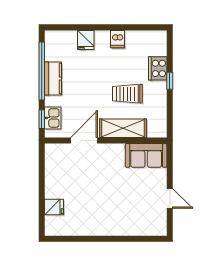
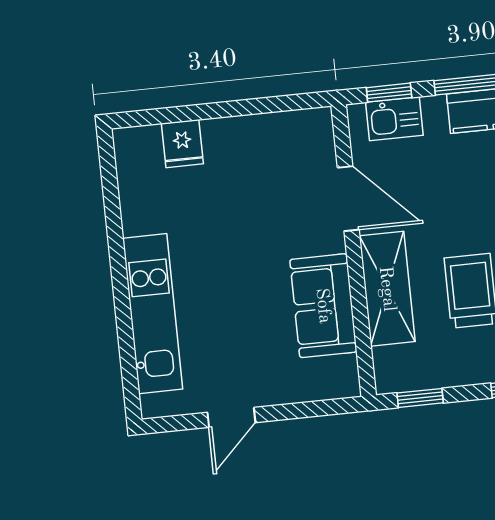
window: (170, 119) -> (420, 398), added
sofa: (146, 155) -> (323, 306), moved
kitchen unit: (123, 227) -> (153, 314), added

